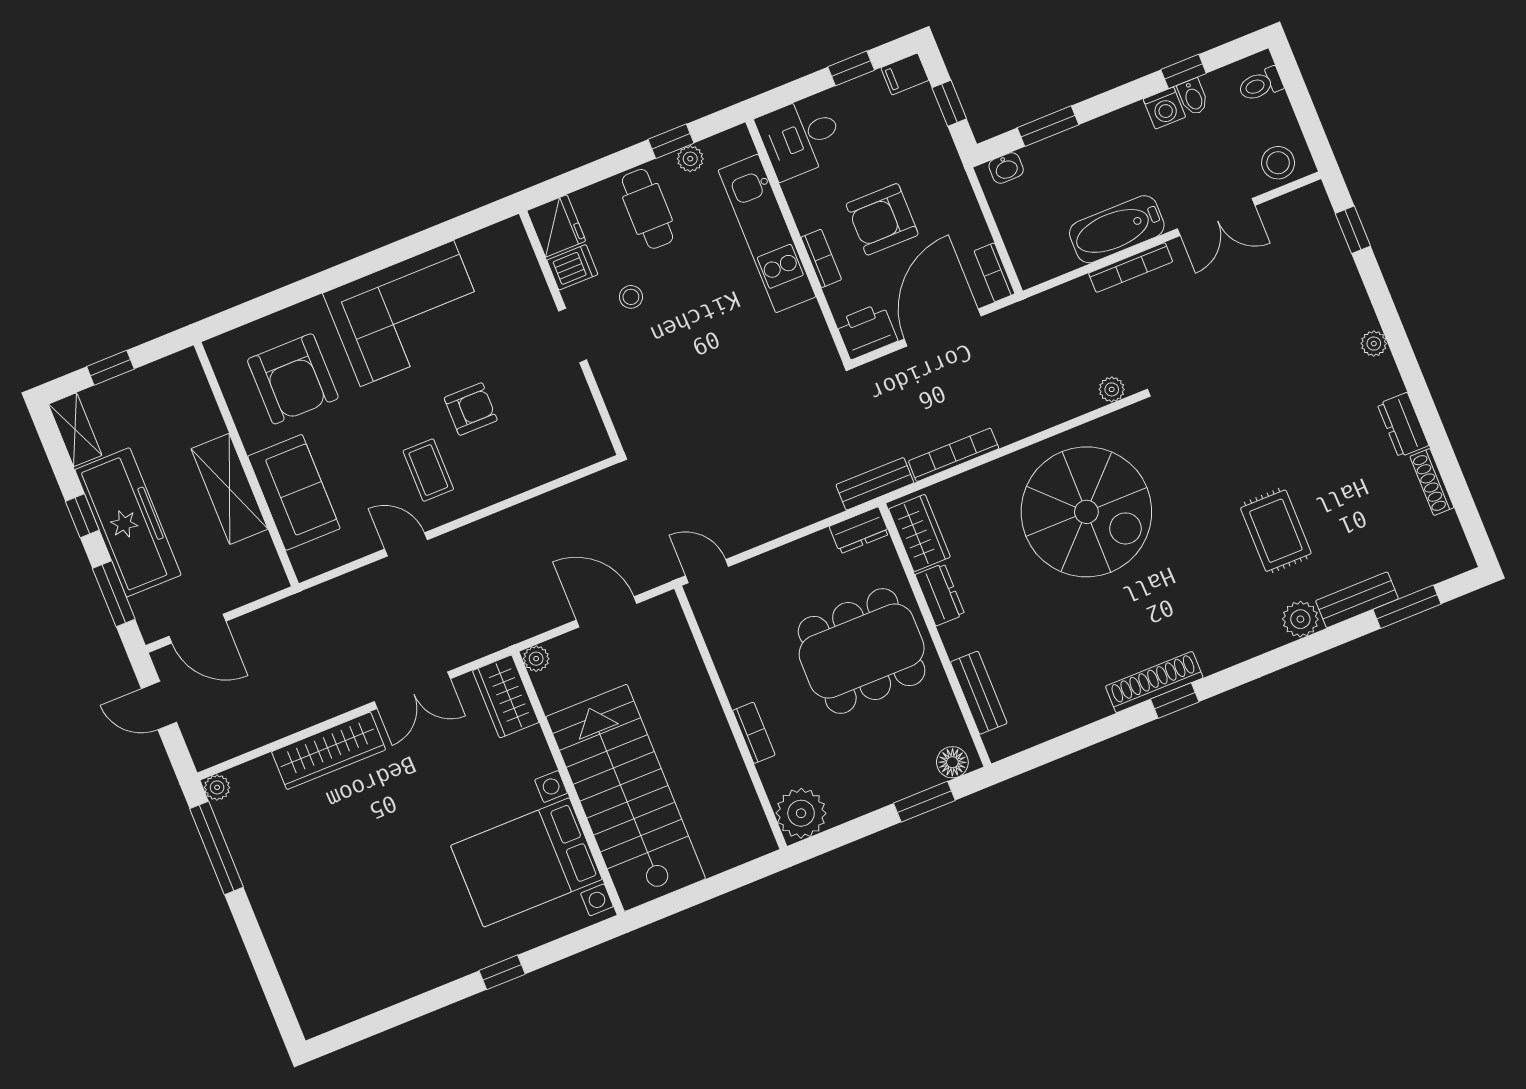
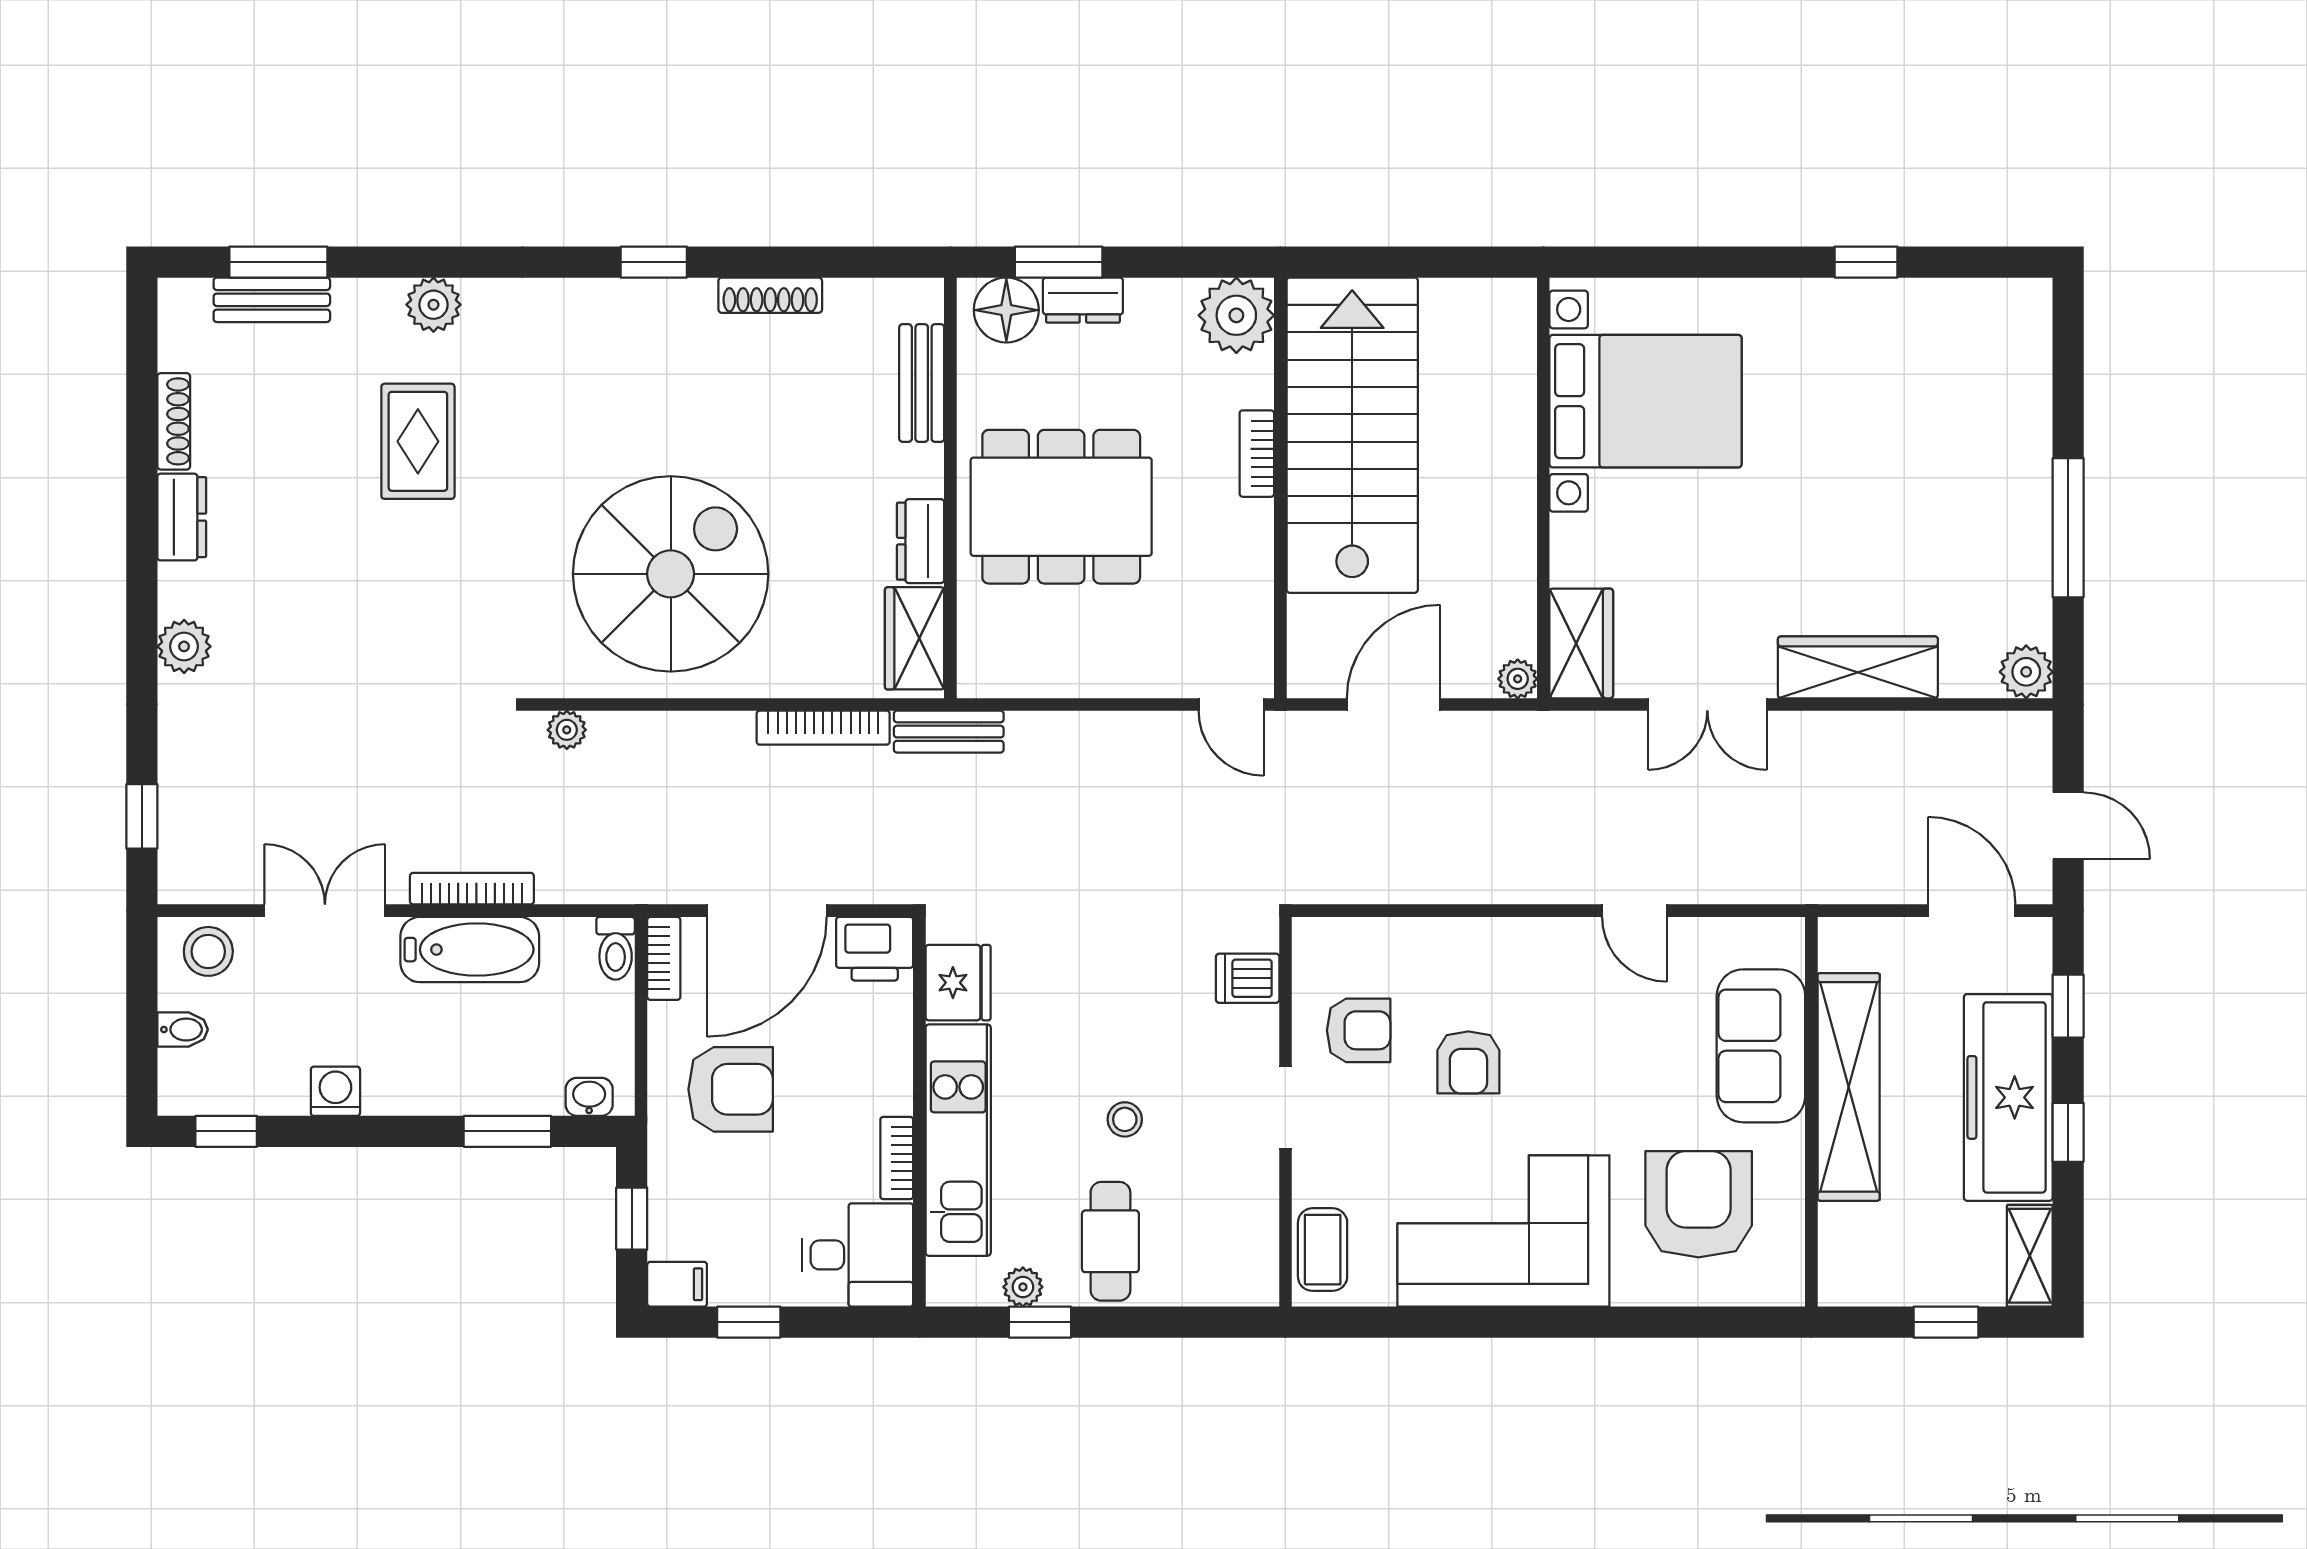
window: (1184, 71) -> (226, 1131), moved
toilet: (1260, 84) -> (616, 948), moved, turned 90
bidet: (1193, 97) -> (183, 1030), moved, turned 90
armchair: (882, 219) -> (731, 1089), moved
fridge: (556, 226) -> (958, 983), moved, turned 180
bookcase: (821, 258) -> (897, 1158), moved
dishwasher: (572, 267) -> (1248, 978), moved
stool: (631, 297) -> (1125, 1119), moved
plant: (1374, 344) -> (184, 646), width x1.38, depth x1.38
armchair: (547, 401) -> (1359, 1030), added
armchair: (471, 409) -> (1468, 1062), turned -90
coffee table: (428, 470) -> (1323, 1250), moved
shelving: (229, 489) -> (1849, 1087), width x1.47
spiral stairs: (1086, 512) -> (671, 574), turned 90
dresser: (859, 530) -> (1083, 300), moved, turned 180
window: (114, 594) -> (2068, 1006), width x0.67
bench: (1357, 600) -> (272, 300), moved
door: (607, 612) -> (1394, 704), swing flipped
shoe rack: (1154, 682) -> (770, 295), moved, width x0.74, depth x0.81
double door: (412, 690) -> (1707, 704), swing flipped
floor lamp: (952, 762) -> (1006, 310), width x1.38, depth x1.38
plant: (217, 787) -> (2026, 672), width x1.38, depth x1.38
stairs: (626, 798) -> (1352, 435), moved, turned 180
window: (217, 848) -> (2068, 528), moved
window: (502, 972) -> (1866, 262), moved

